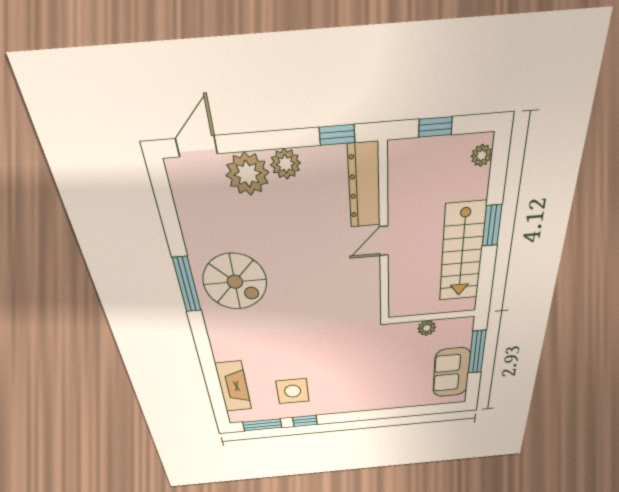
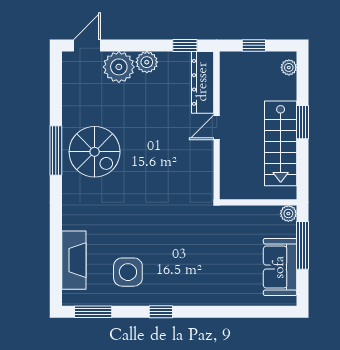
plant: (427, 328) -> (288, 213), moved
window: (305, 421) -> (161, 312), moved

